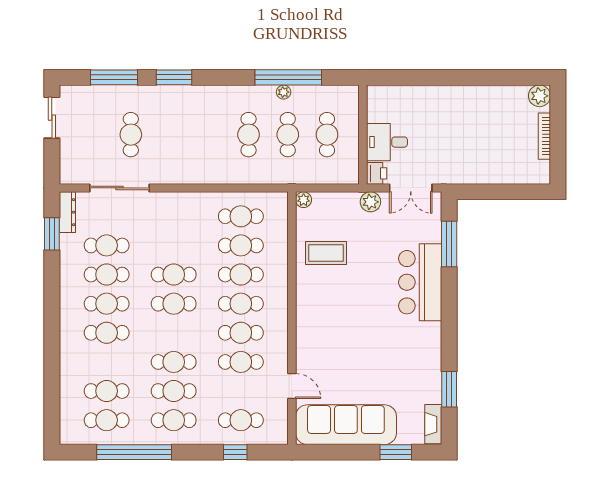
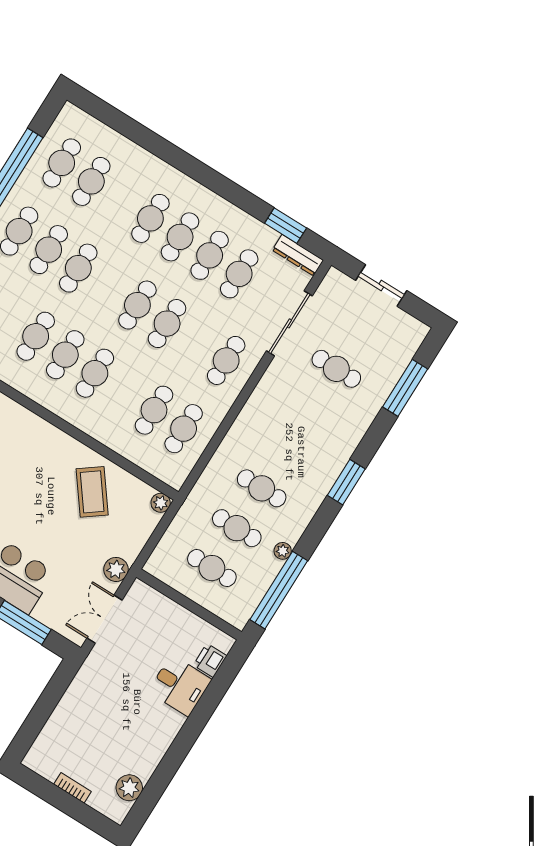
window: (174, 77) -> (346, 482), moved
window: (288, 77) -> (279, 590), moved
plant: (539, 96) -> (129, 788), moved
sliding door: (52, 118) -> (381, 285), moved
bookcase: (544, 136) -> (72, 788), width x0.64
desk: (387, 142) -> (180, 686), moved, turned 90
printer: (377, 173) -> (210, 660), moved, turned 90
coffee table: (326, 253) -> (92, 492), turned -37
cafe table: (241, 275) -> (226, 360), moved

